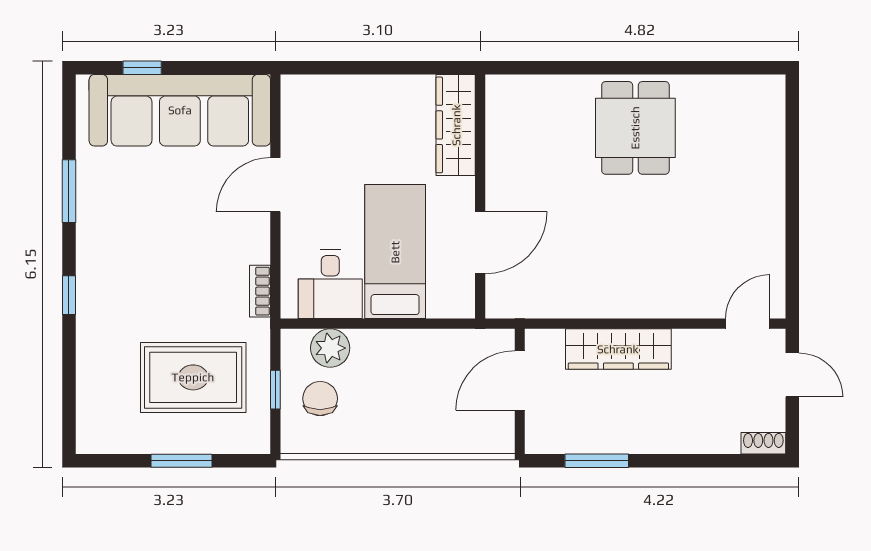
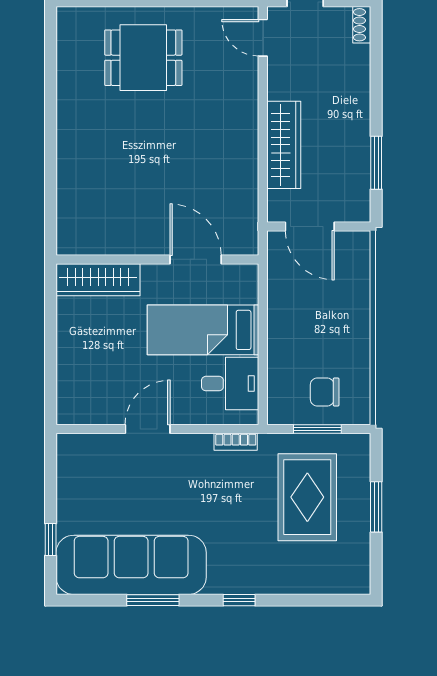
sofa: (180, 110) -> (131, 565), moved, turned -90
dining table: (635, 128) -> (143, 58), moved
door: (275, 185) -> (148, 429), swing flipped
plant: (330, 348) -> (283, 384), removed
window: (275, 390) -> (317, 429), width x1.50

